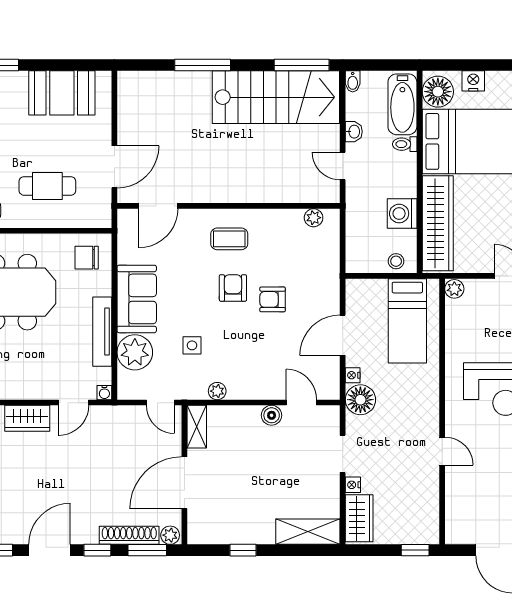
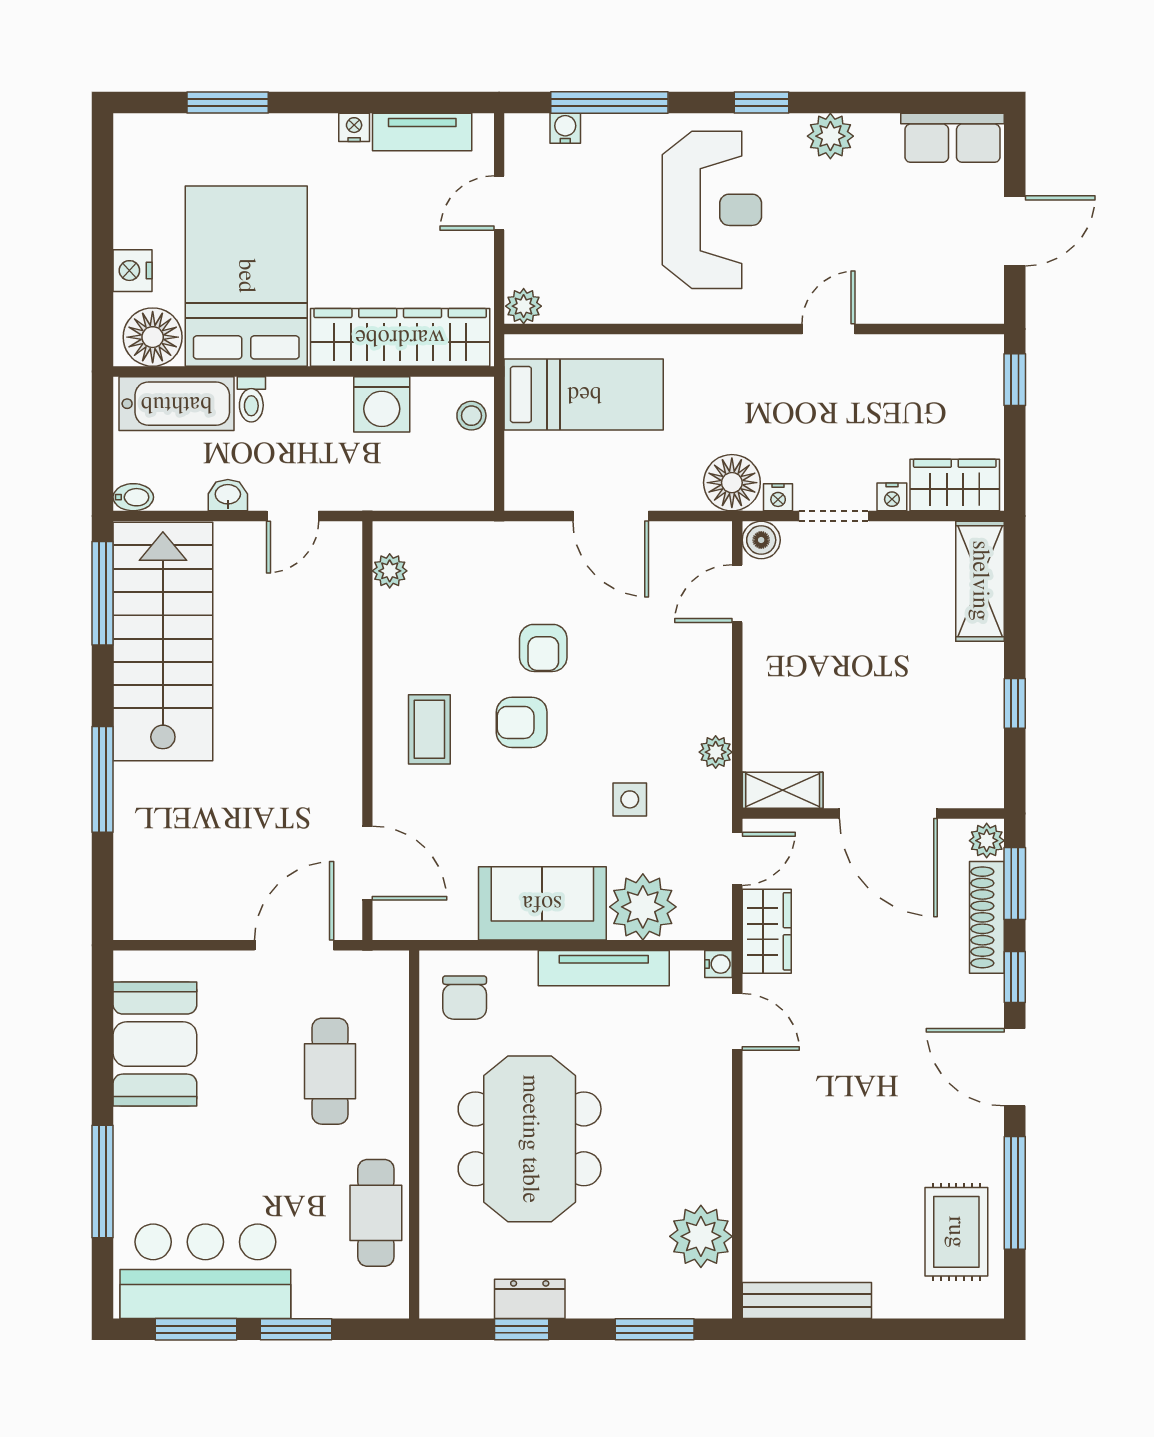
door: (114, 167) -> (294, 945), hinge flipped
nightstand: (353, 375) -> (778, 497), moved
boiler: (272, 415) -> (761, 540), moved
wardrobe: (27, 418) -> (767, 931), moved

